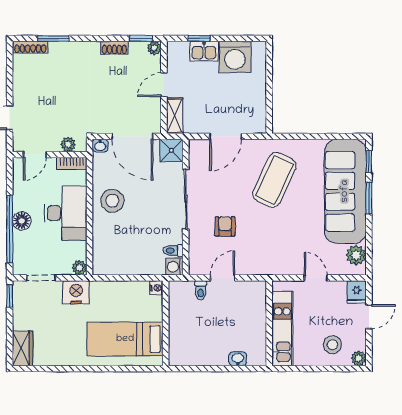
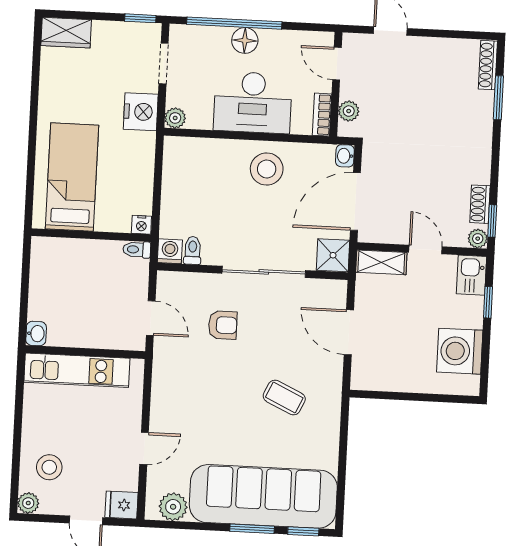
shoe rack: (114, 48) -> (480, 204), moved
kitchen sink: (204, 51) -> (471, 275), moved
coffee table: (274, 180) -> (284, 398), width x0.54, depth x0.58
toilet: (201, 290) -> (137, 250), moved
wall: (269, 323) -> (85, 352), moved
kitchen unit: (282, 329) -> (77, 370), moved

